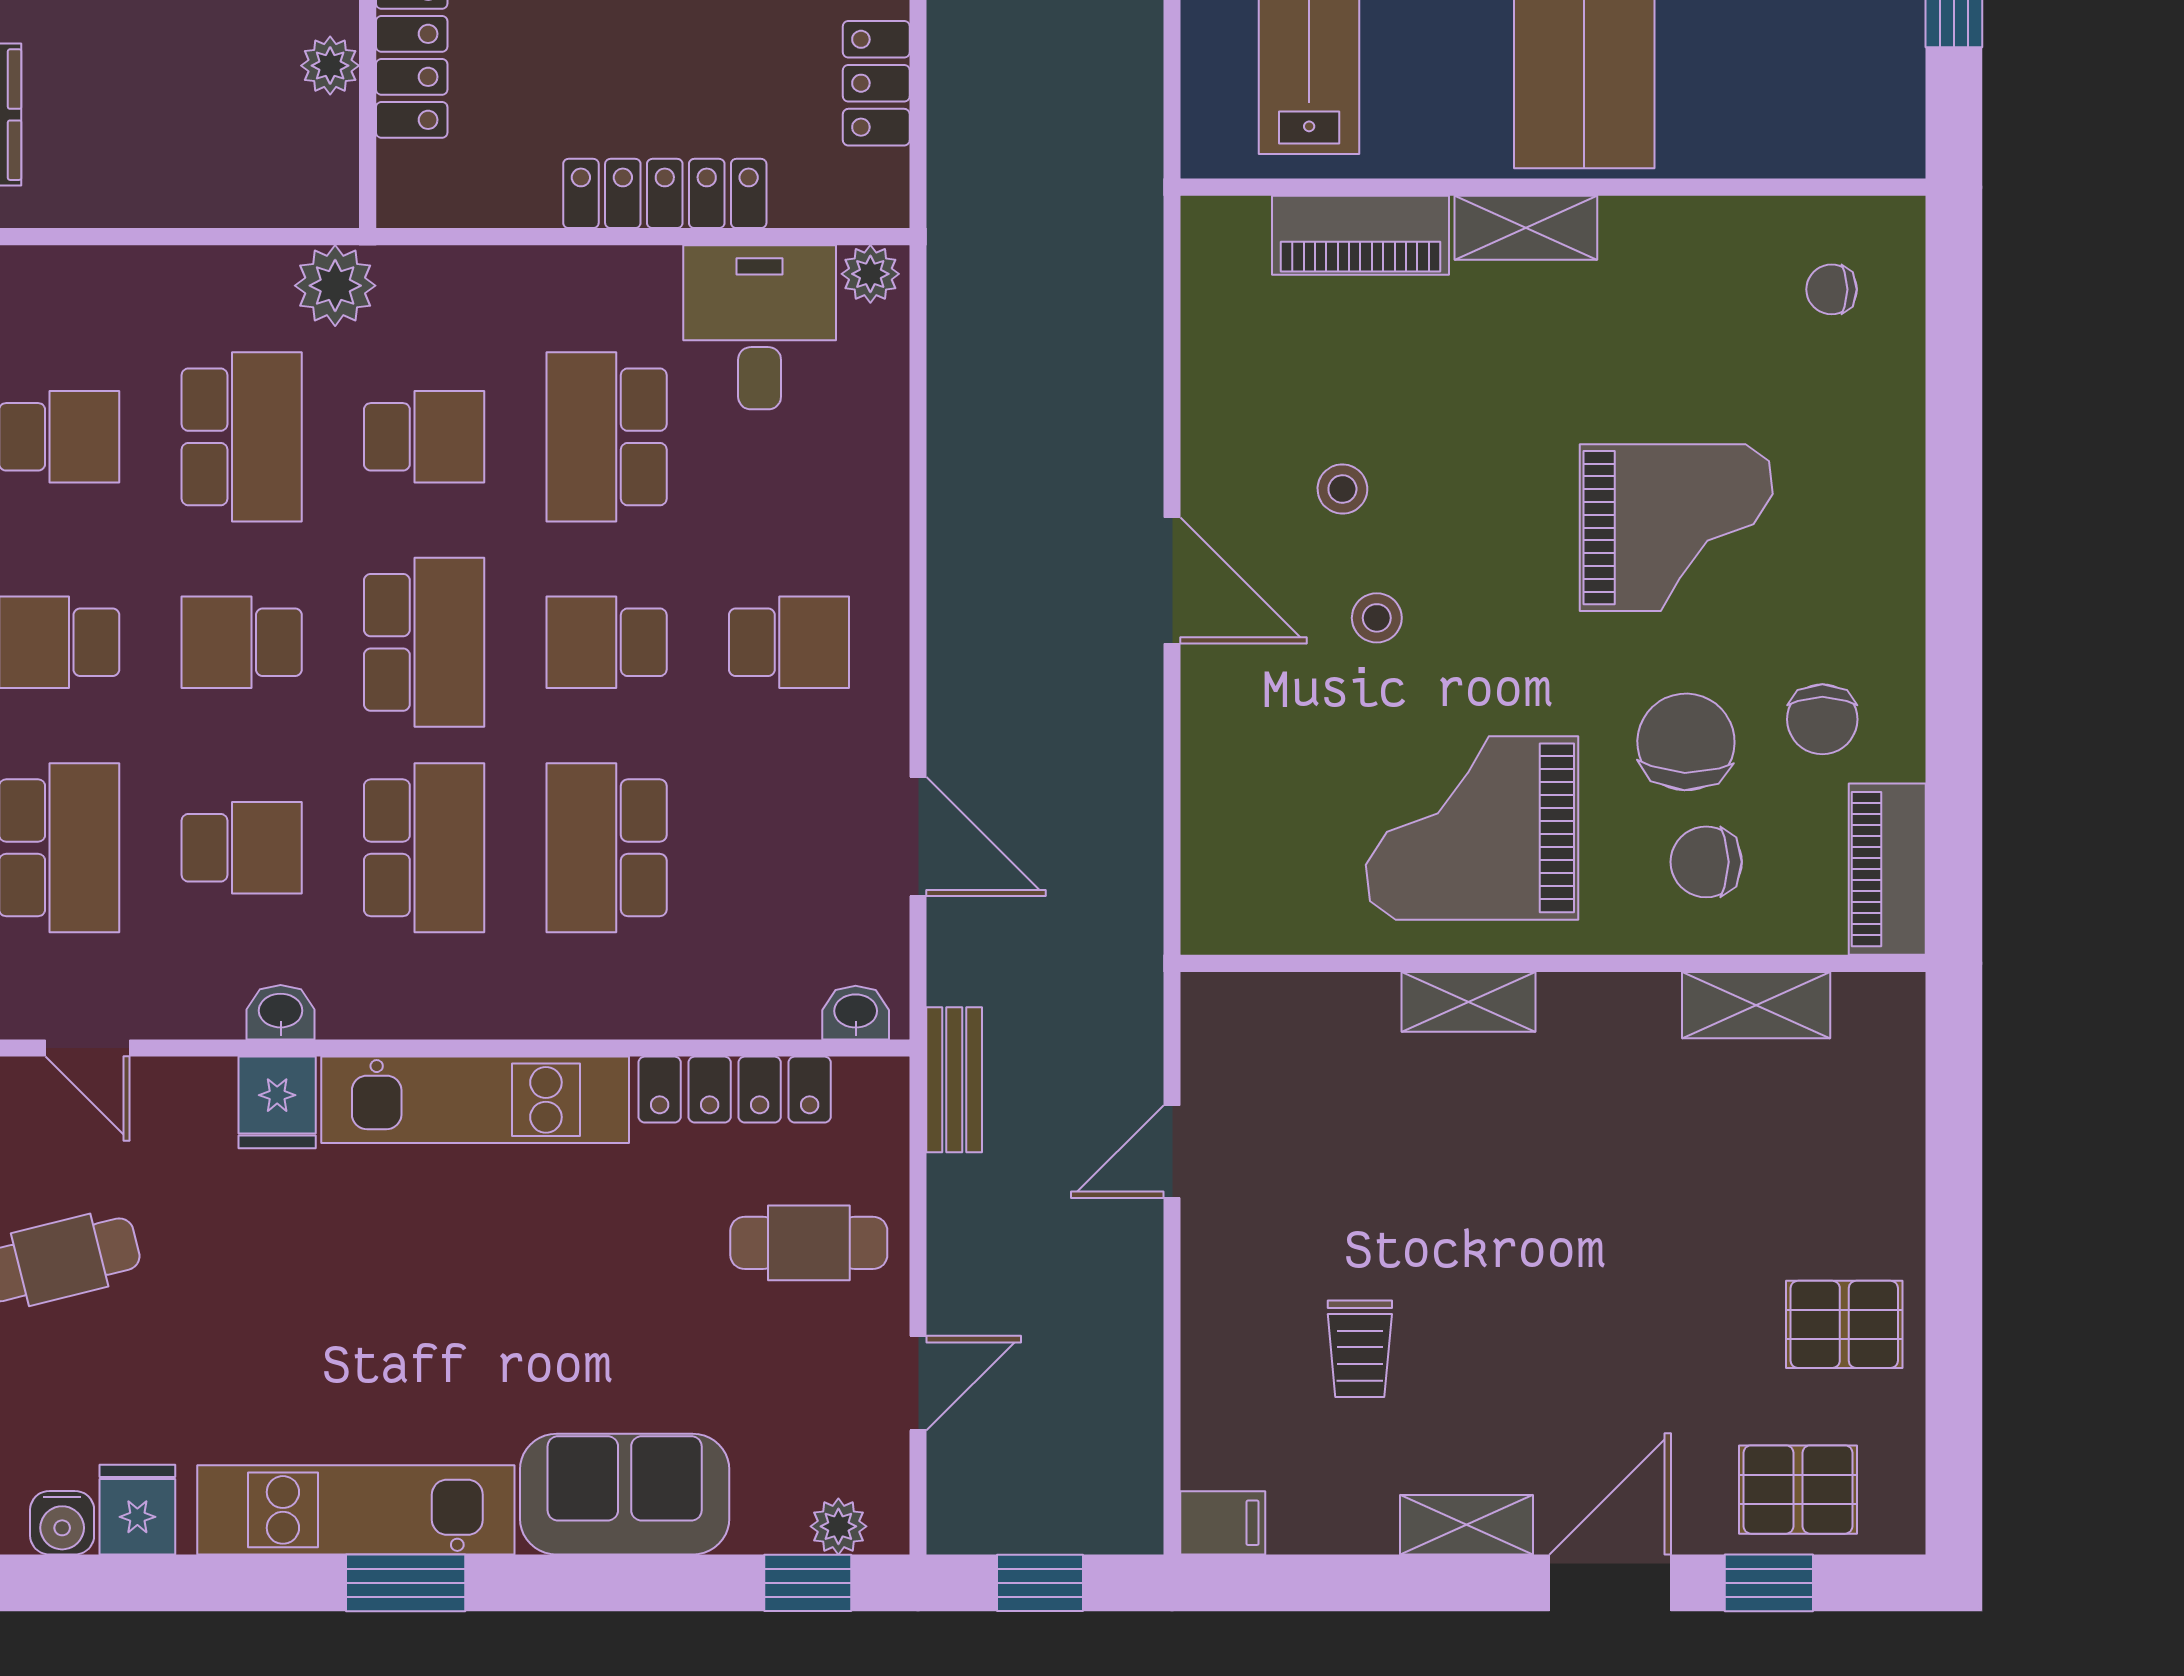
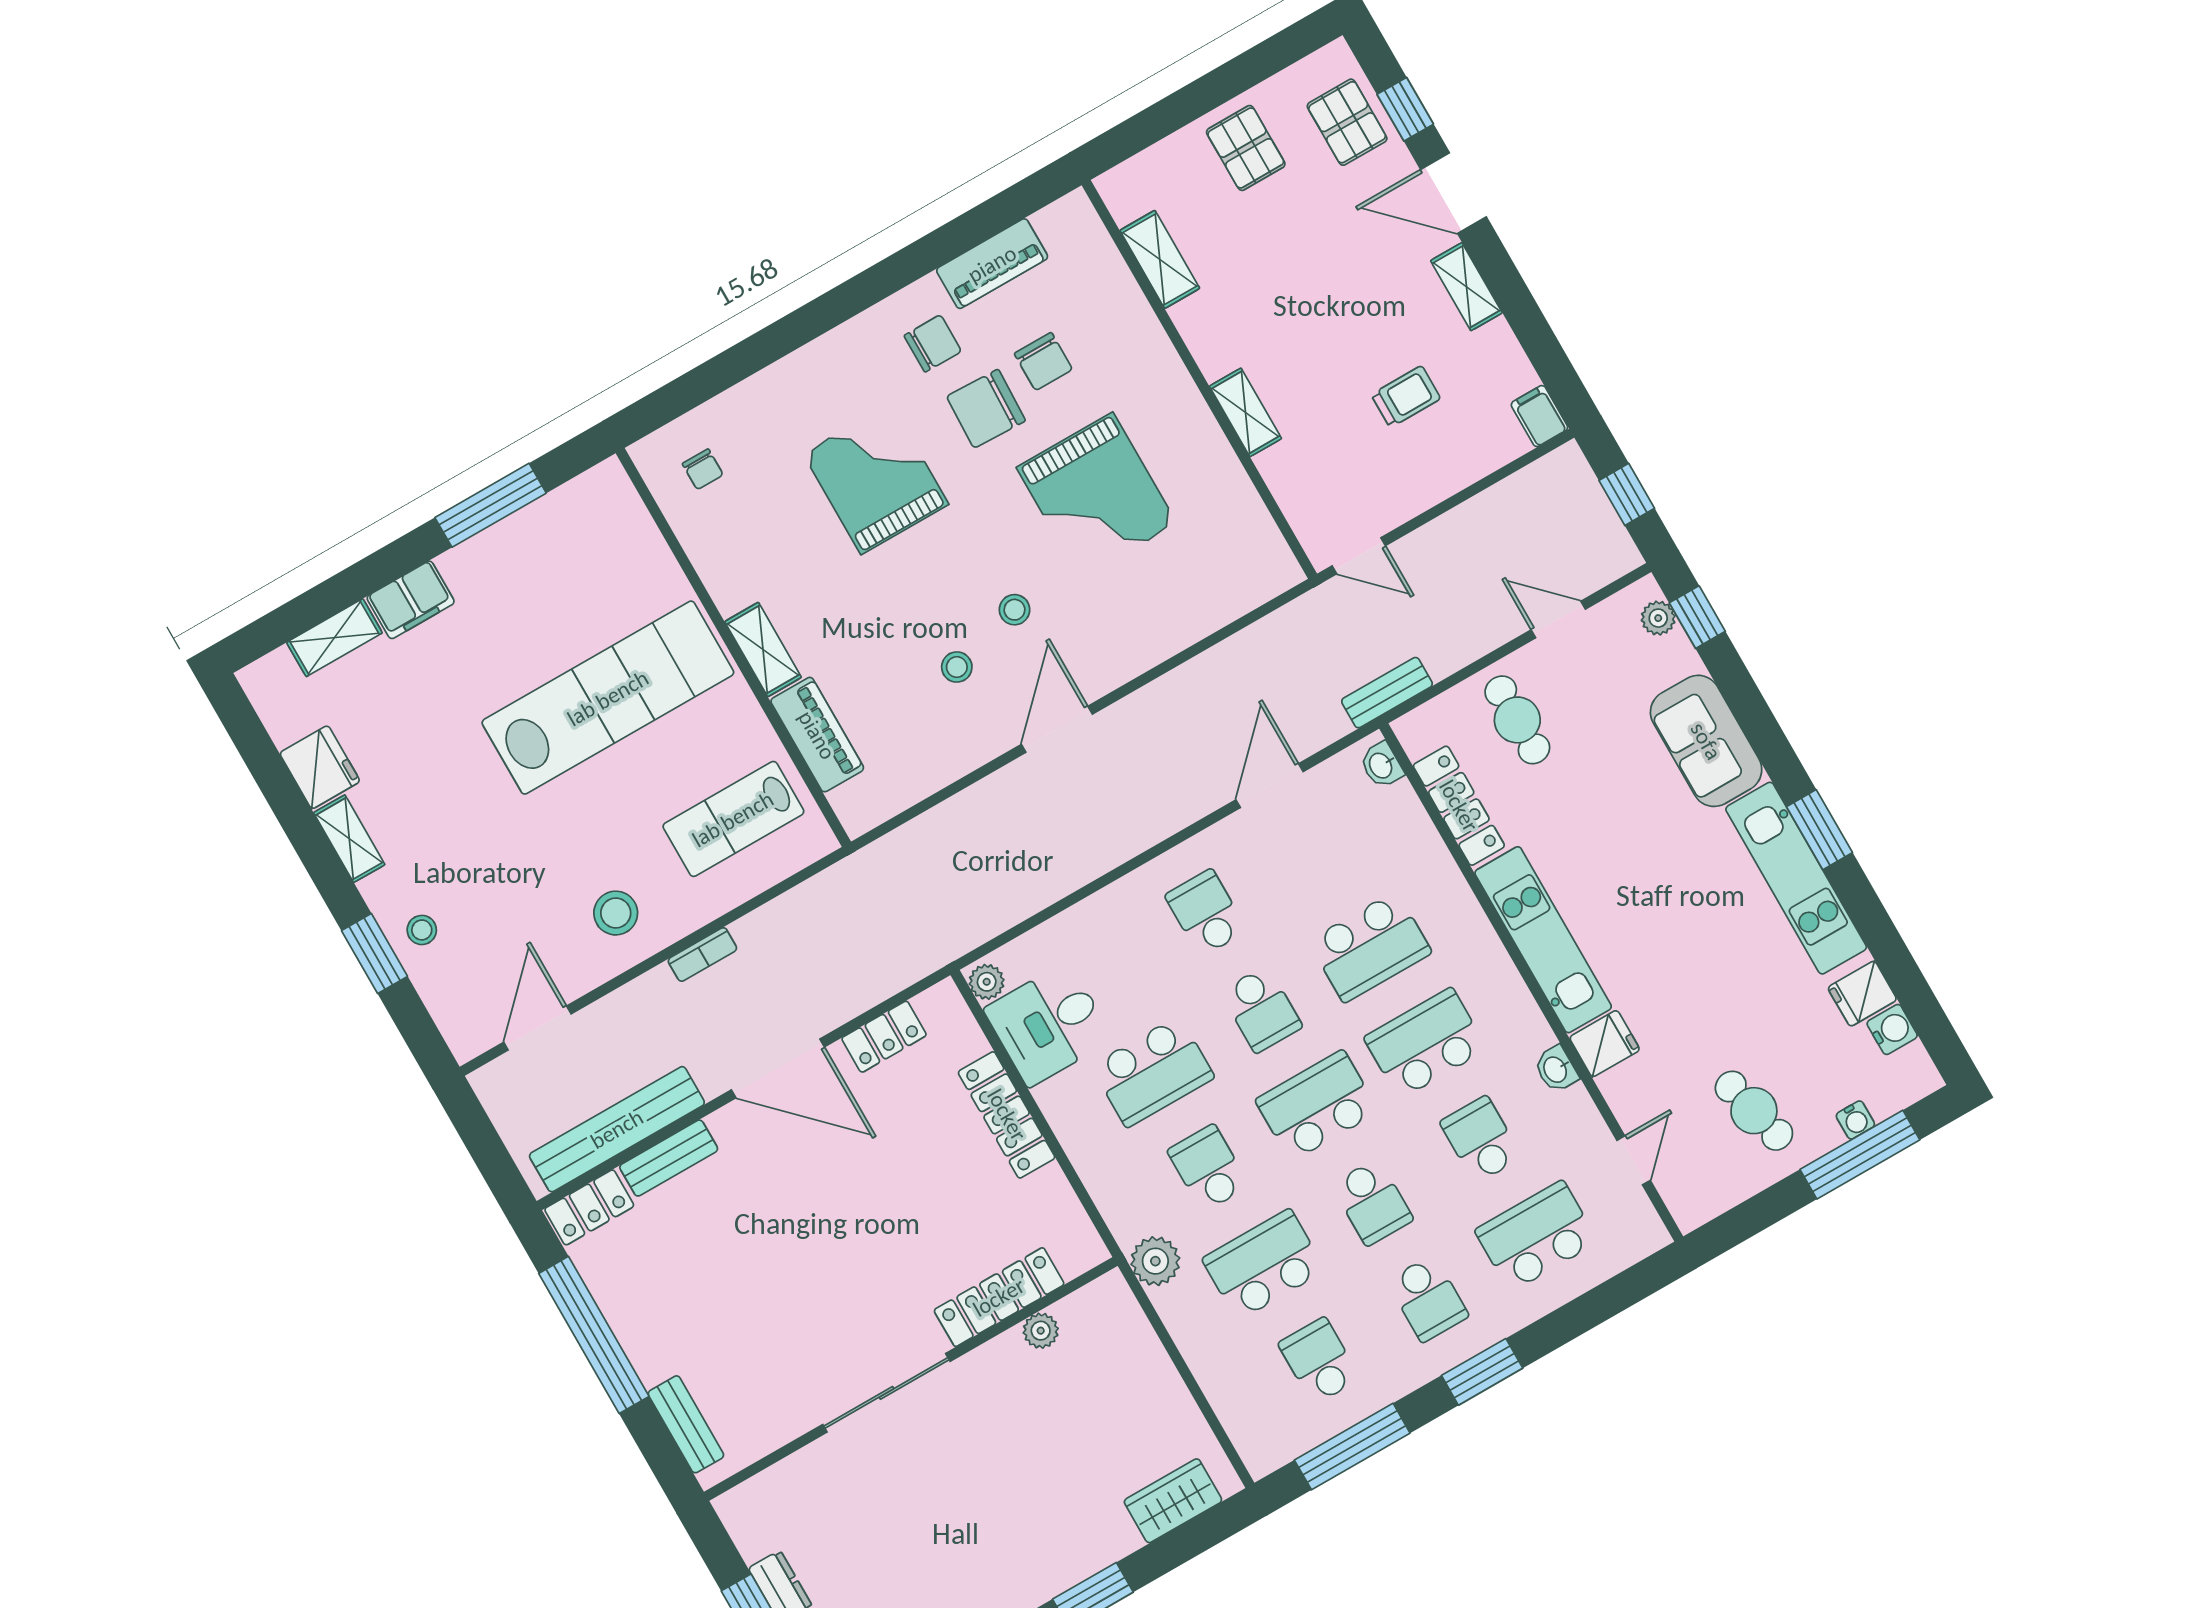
wall: (1553, 963) -> (1199, 379), moved
shelving: (1468, 1002) -> (1245, 412), moved
shelving: (1756, 1005) -> (1160, 259), moved

